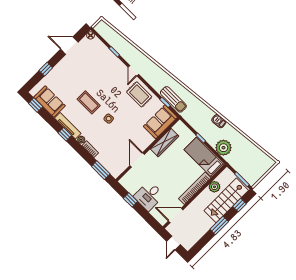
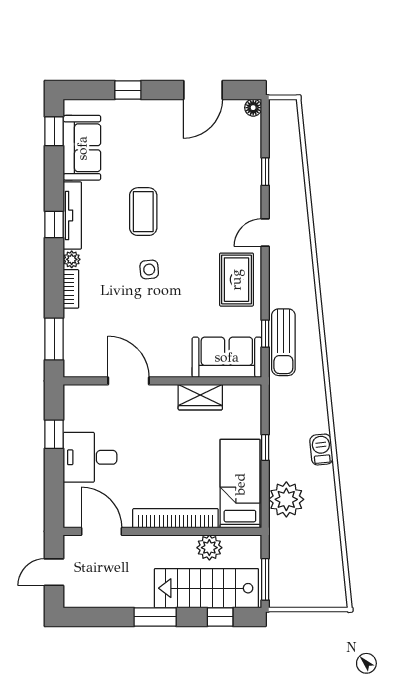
door: (69, 46) -> (203, 90), swing flipped
wardrobe: (165, 143) -> (200, 397), width x0.67
door: (137, 160) -> (129, 381), hinge flipped

